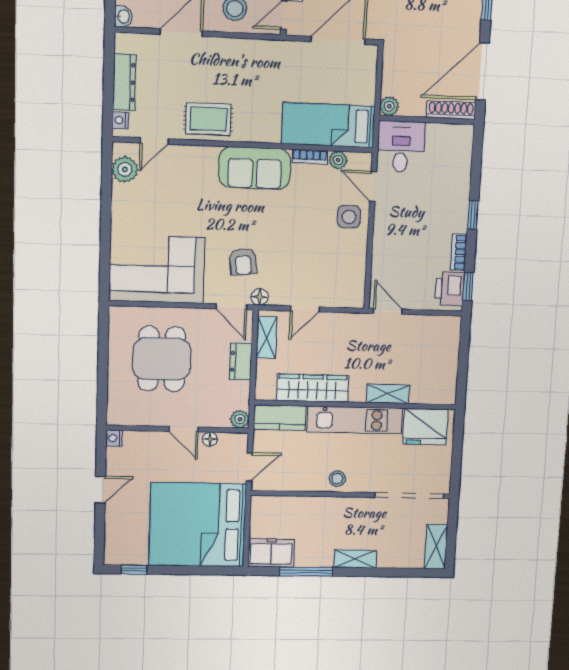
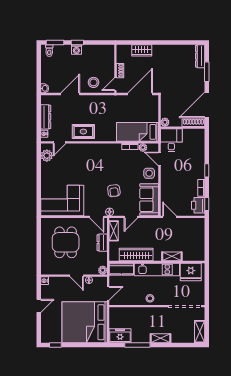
sofa: (255, 168) -> (149, 200), moved, turned 90
armchair: (243, 262) -> (114, 191), moved

